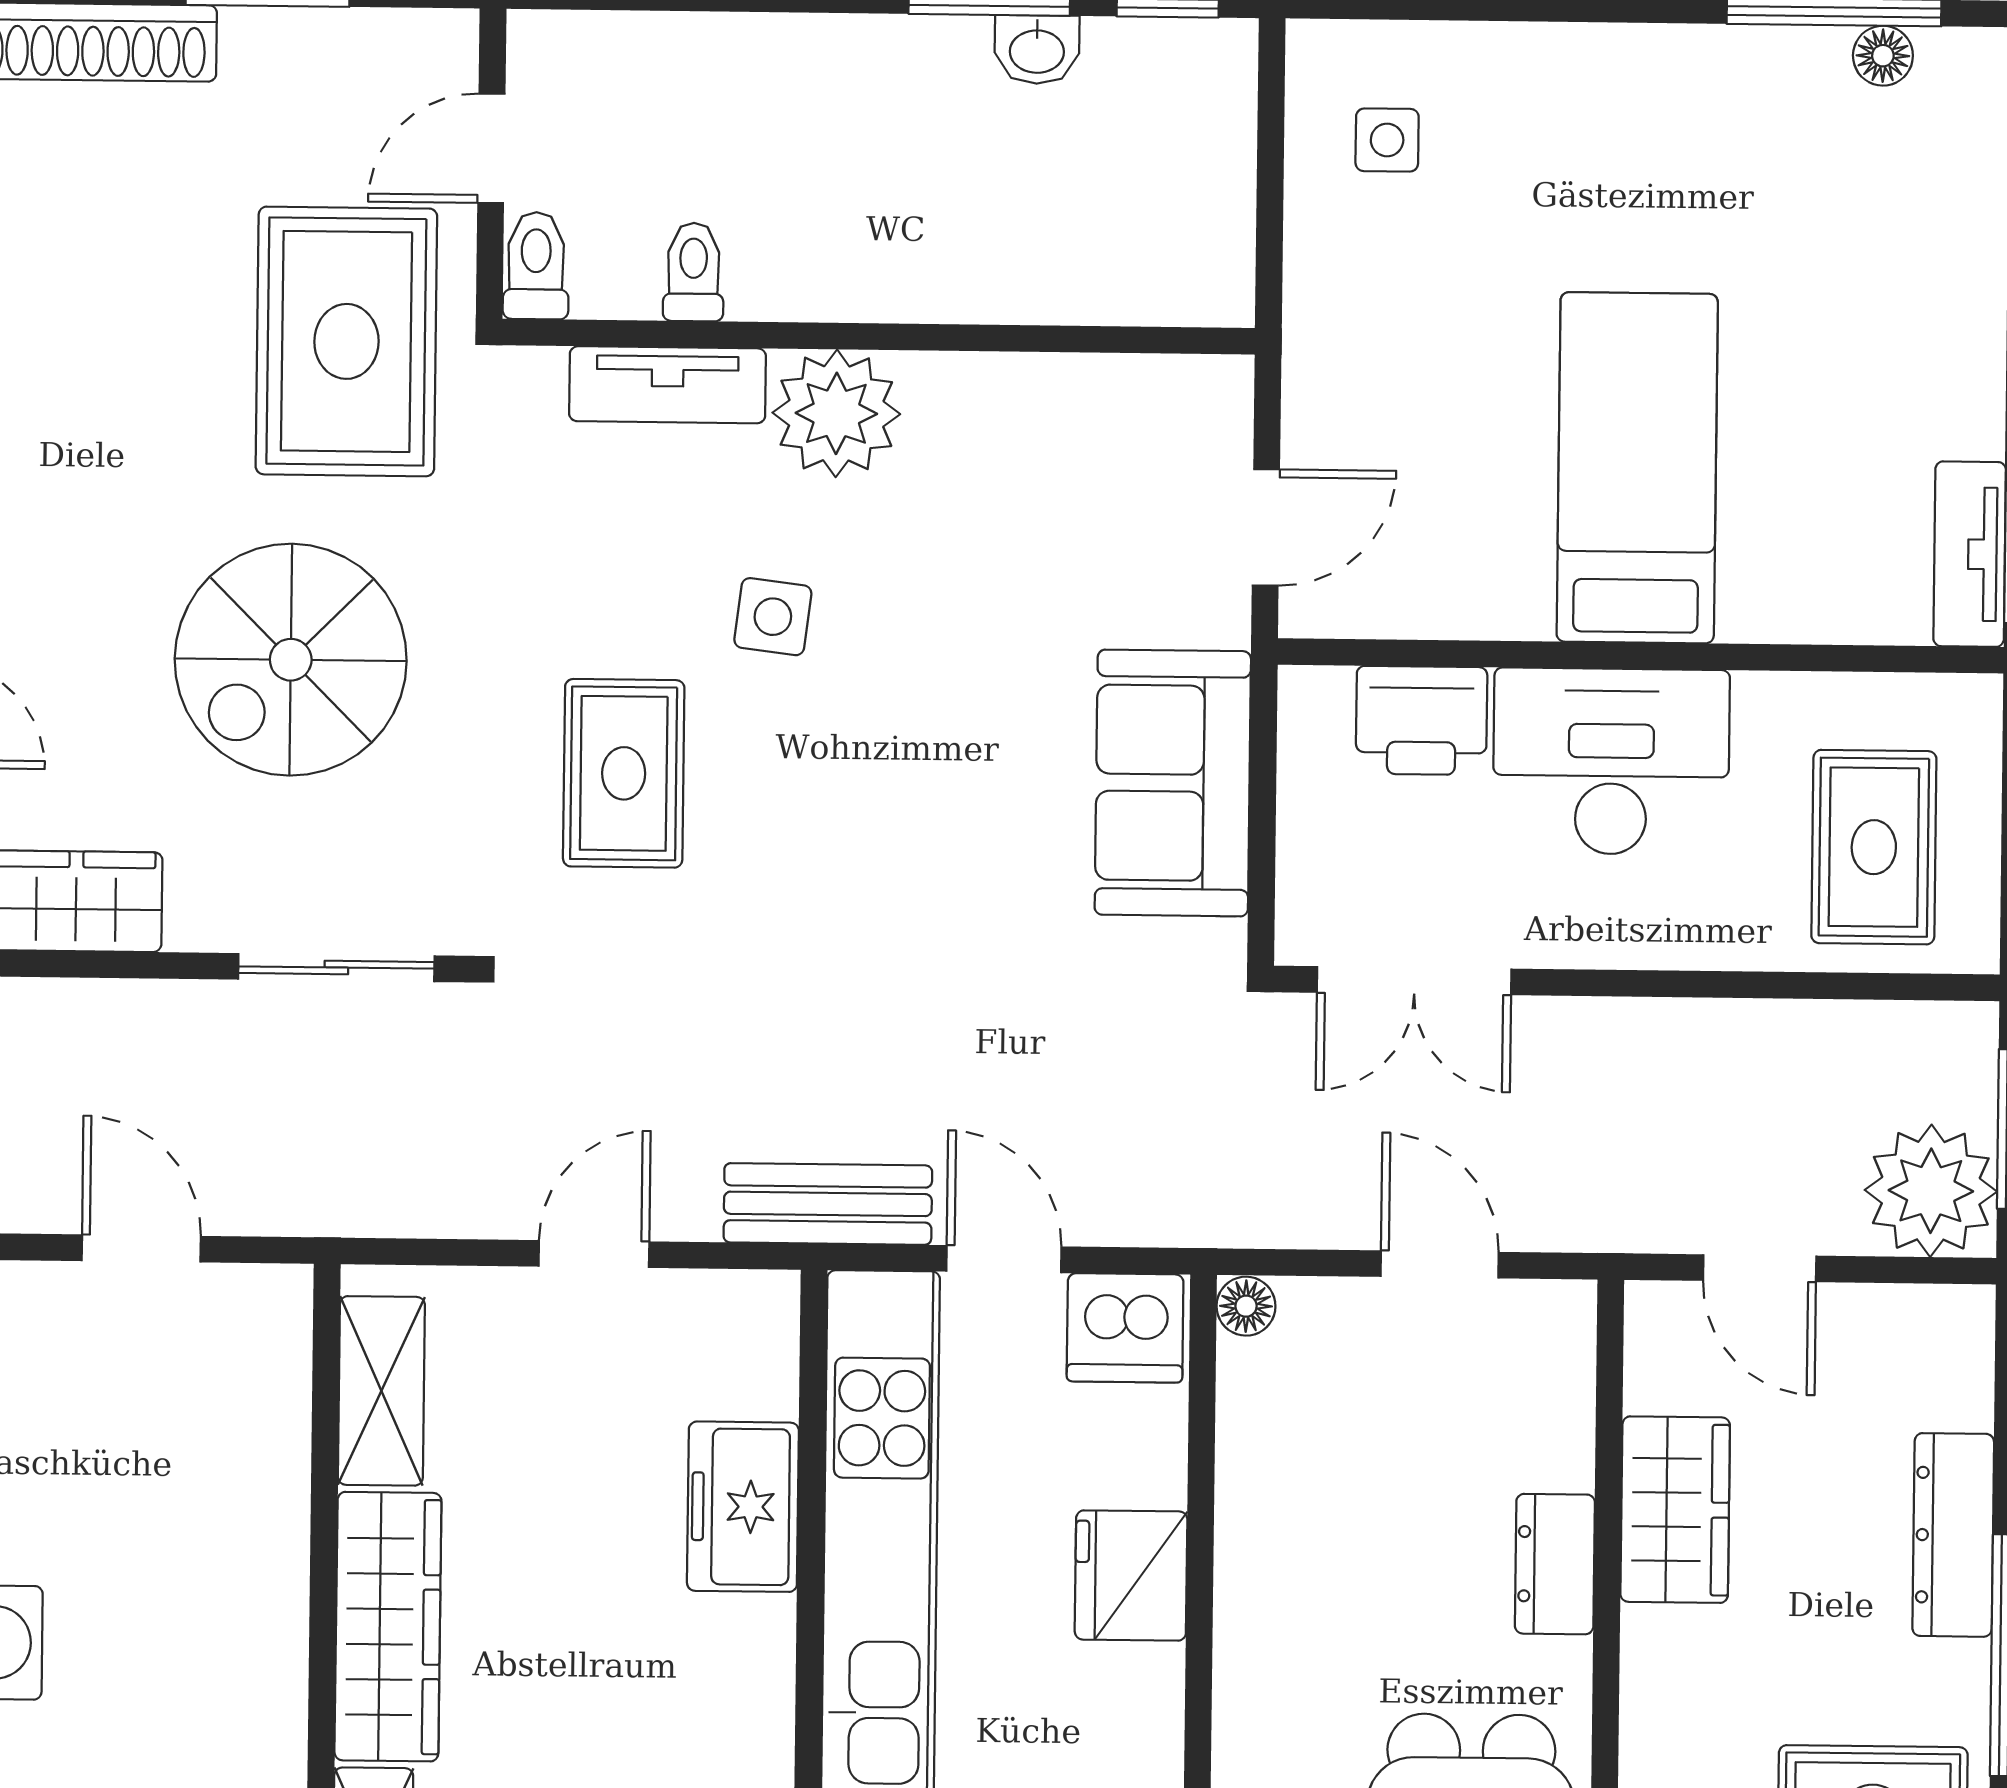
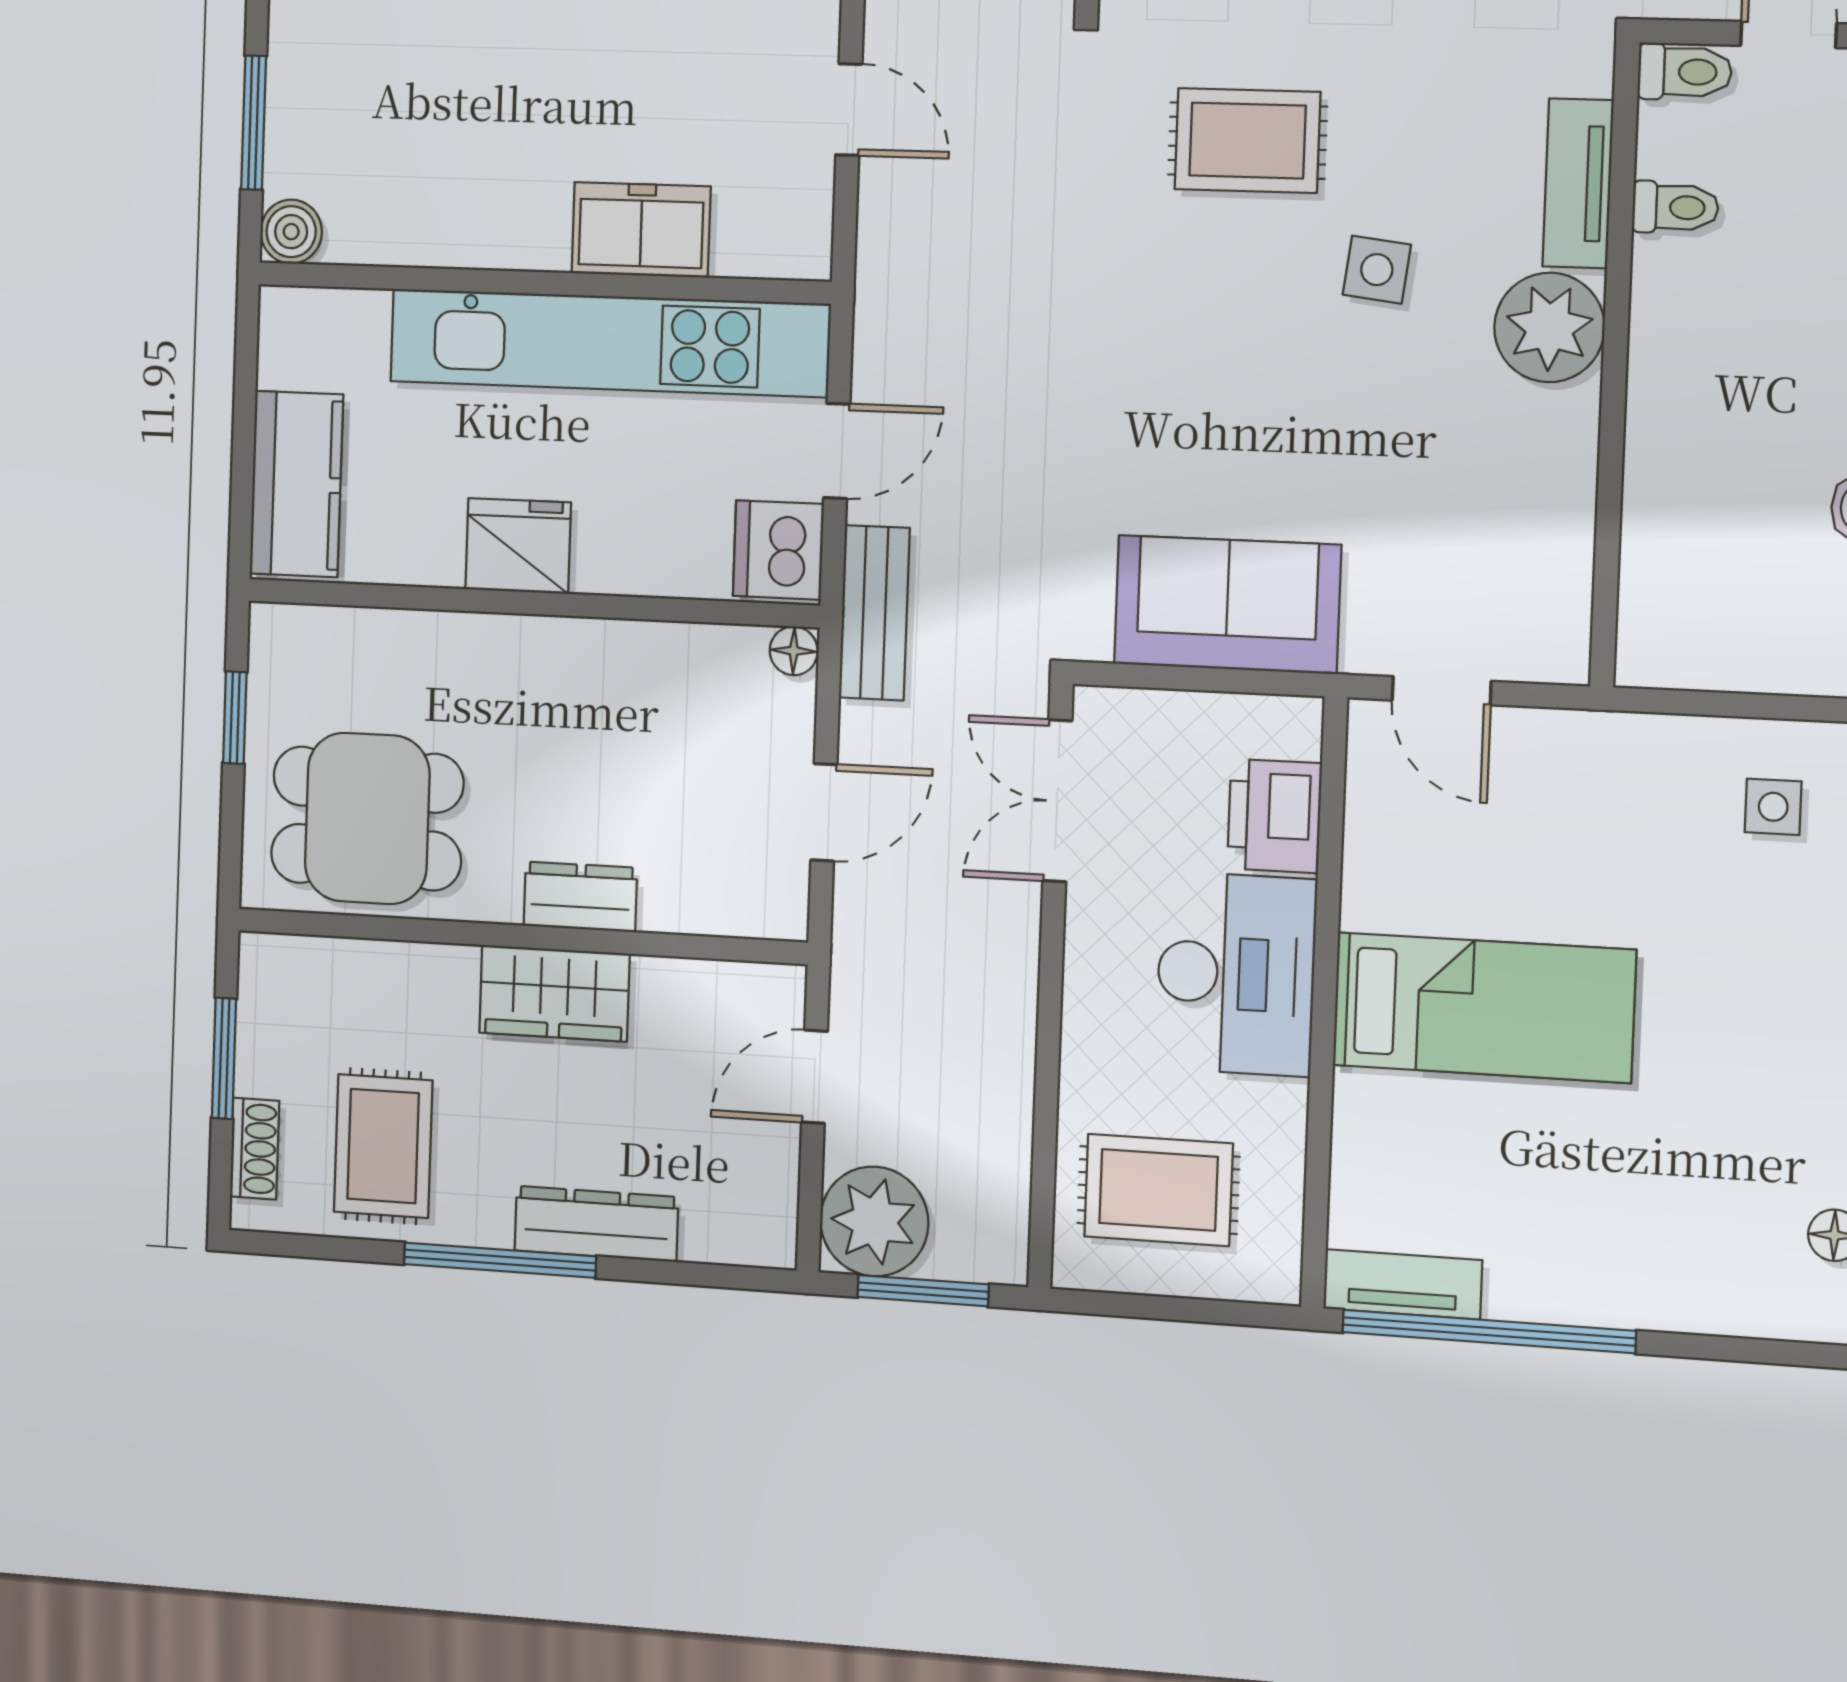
bench: (828, 1204) -> (874, 613), moved
wardrobe: (1675, 1510) -> (554, 993), moved
fridge: (1131, 1576) -> (518, 546), moved

